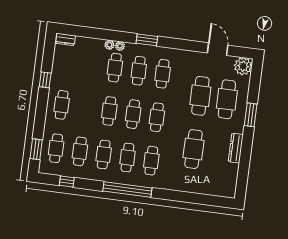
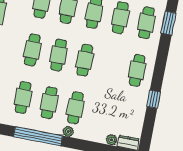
window: (147, 40) -> (38, 136), width x2.11
plant: (109, 45) -> (112, 140), moved

